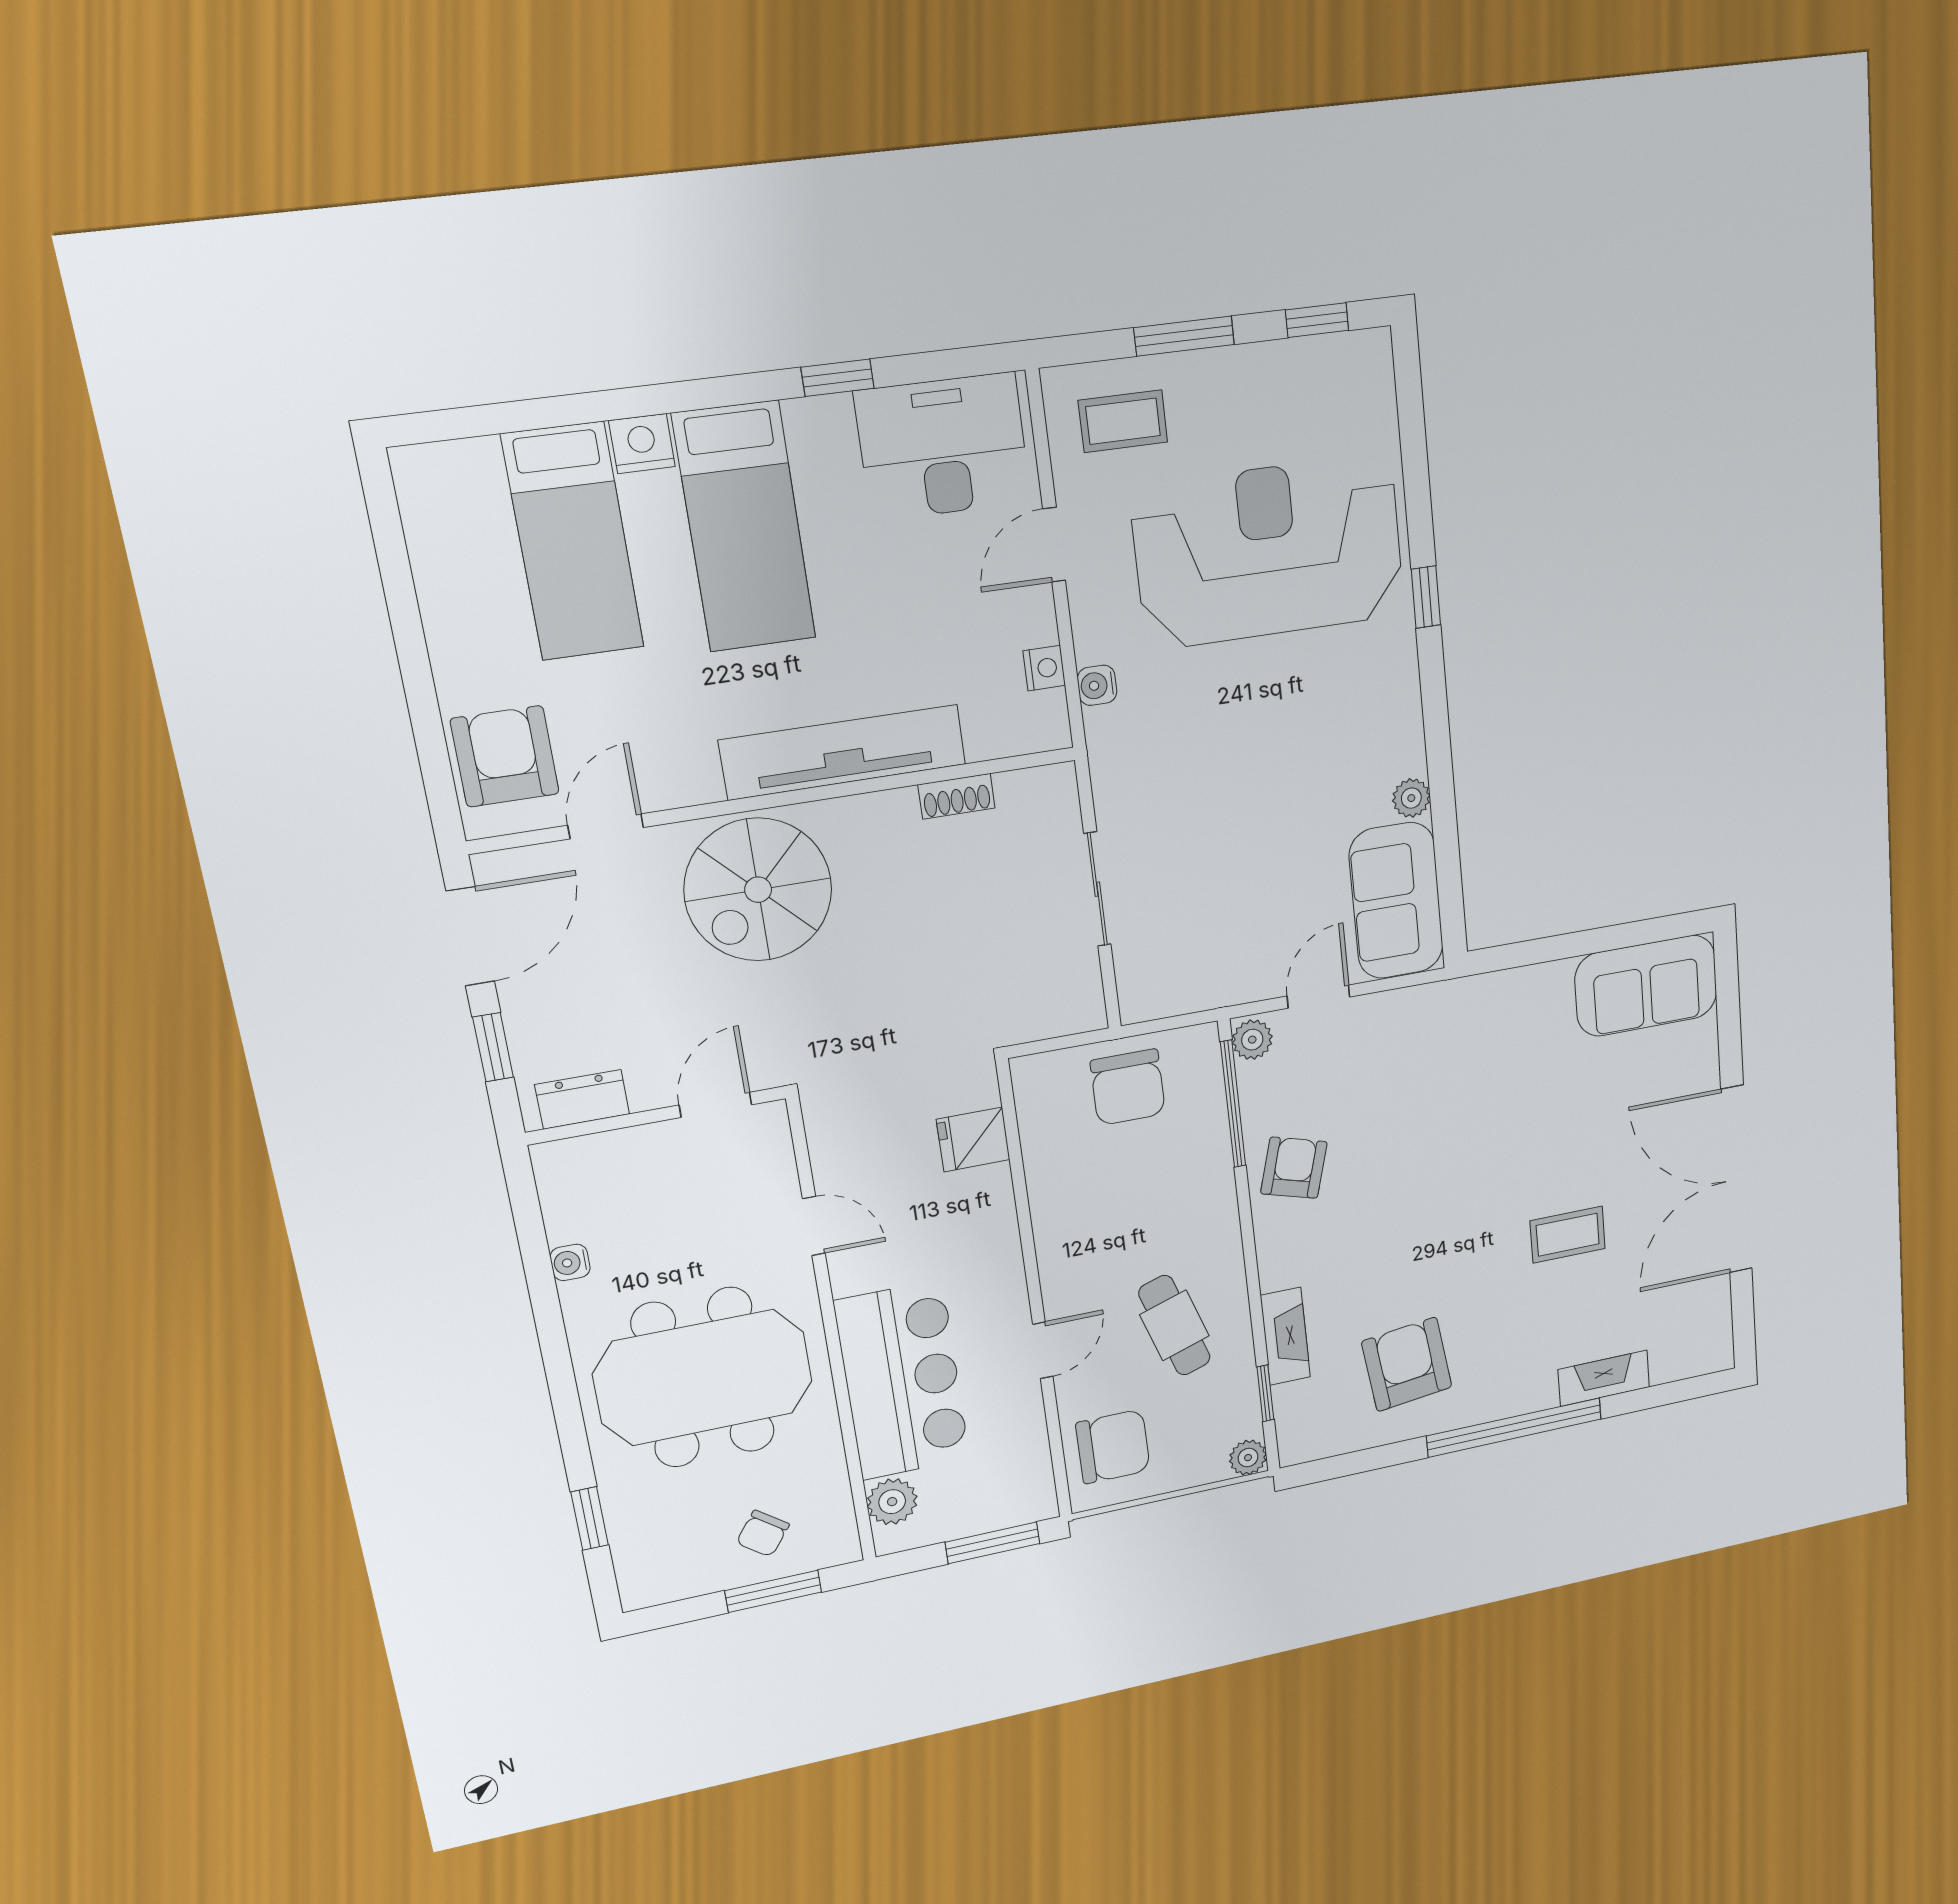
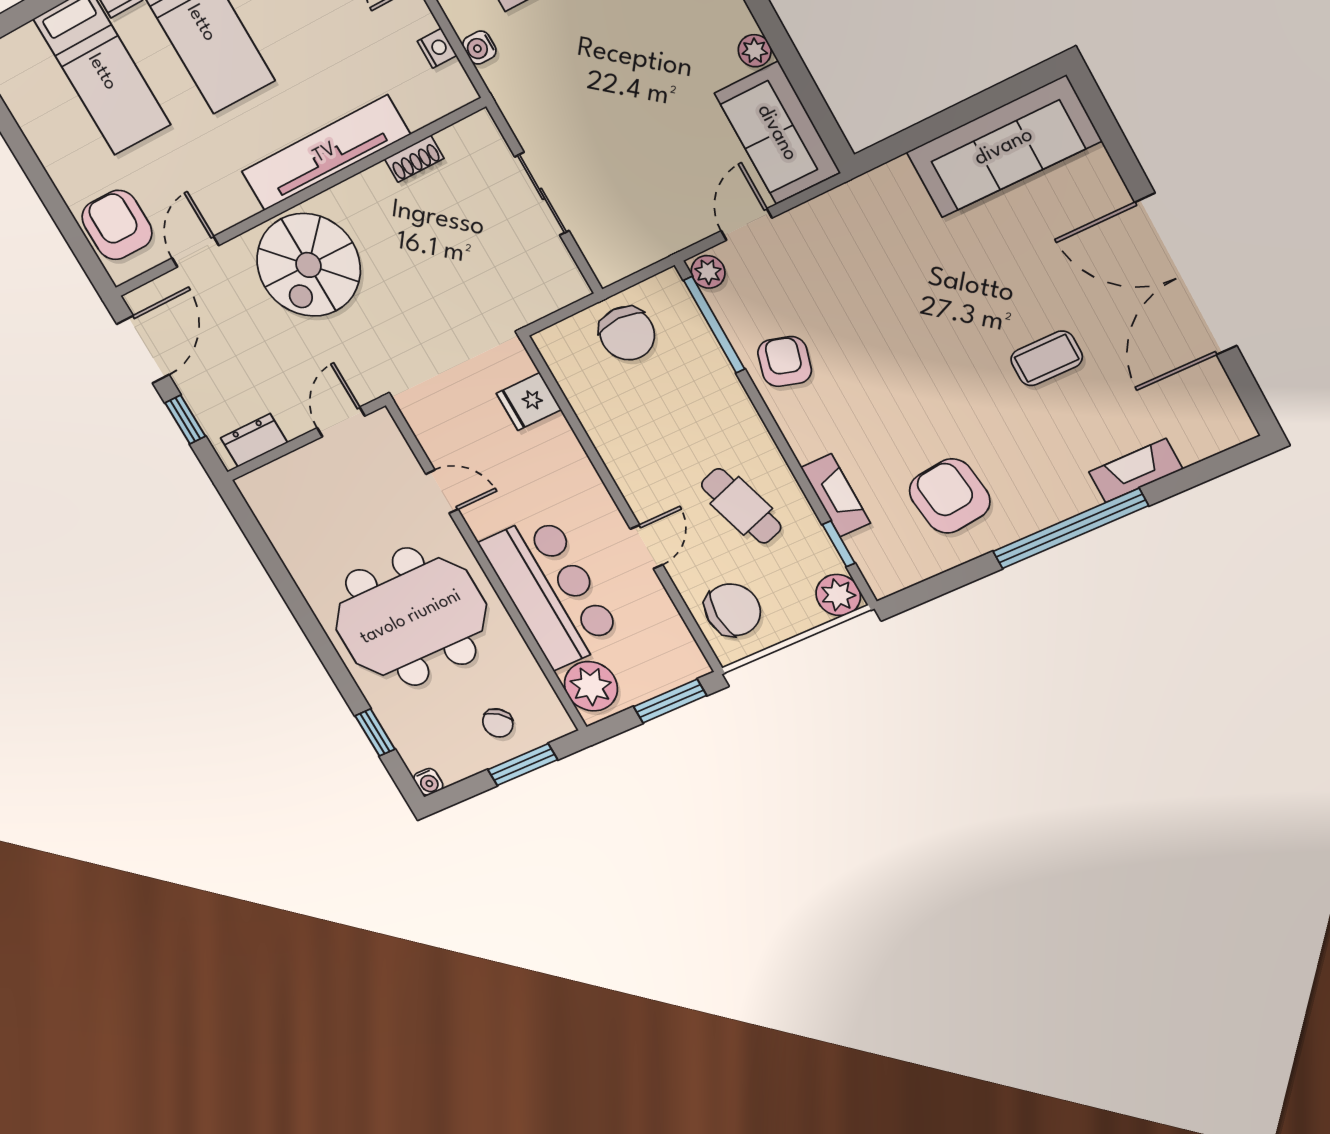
sofa: (1646, 986) -> (1004, 147), width x1.36
water cooler: (570, 1262) -> (428, 782), moved, turned -90
plant: (1248, 1458) -> (838, 595), width x1.38, depth x1.38
plant: (892, 1502) -> (591, 686), width x1.36, depth x1.36

